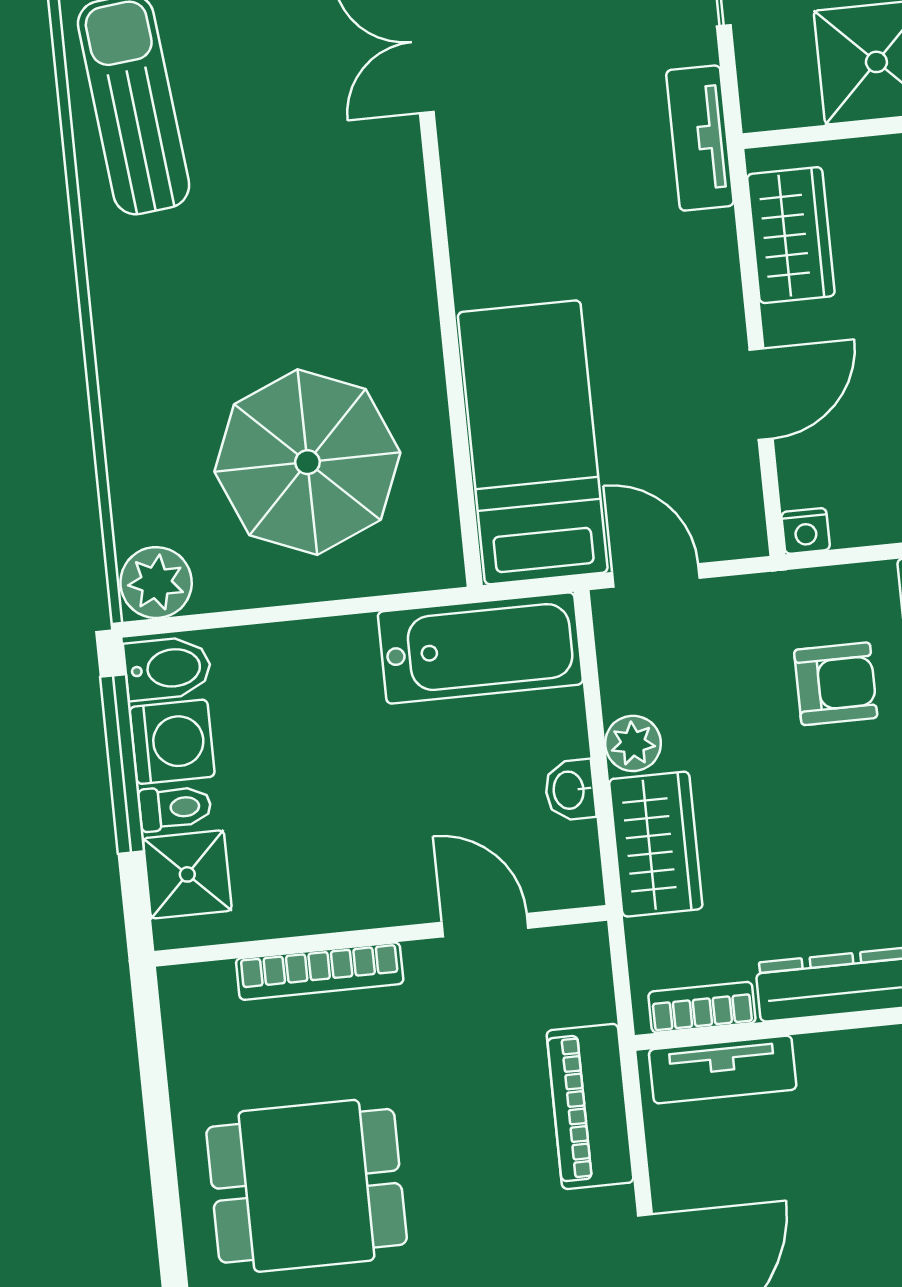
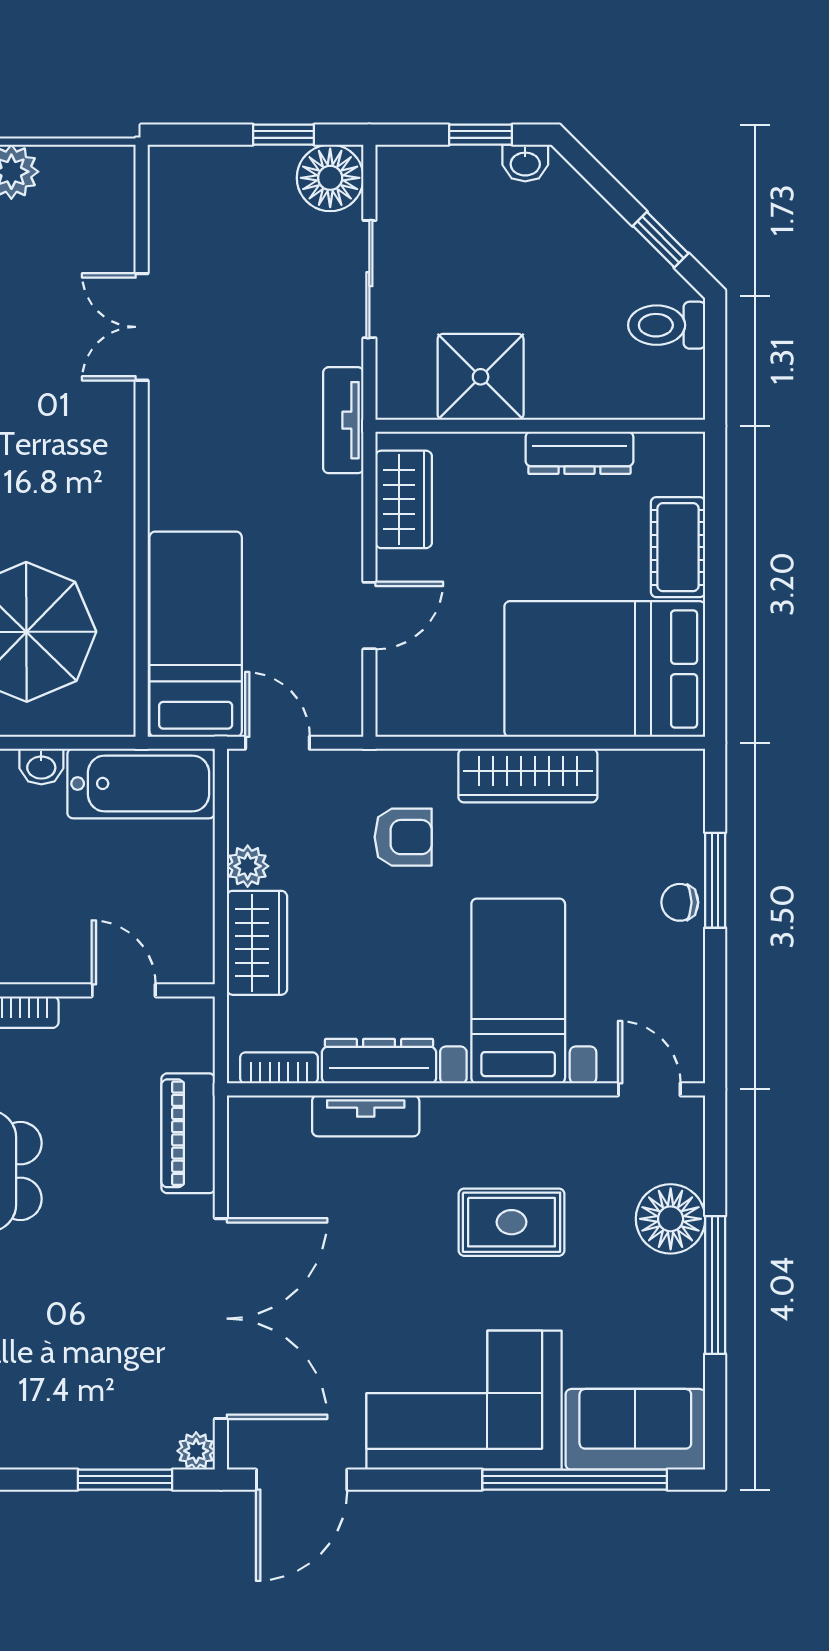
nightstand: (806, 531) -> (392, 721), removed
washbasin: (570, 790) -> (41, 766), moved, turned -90
tv unit: (723, 1070) -> (366, 1116), moved

